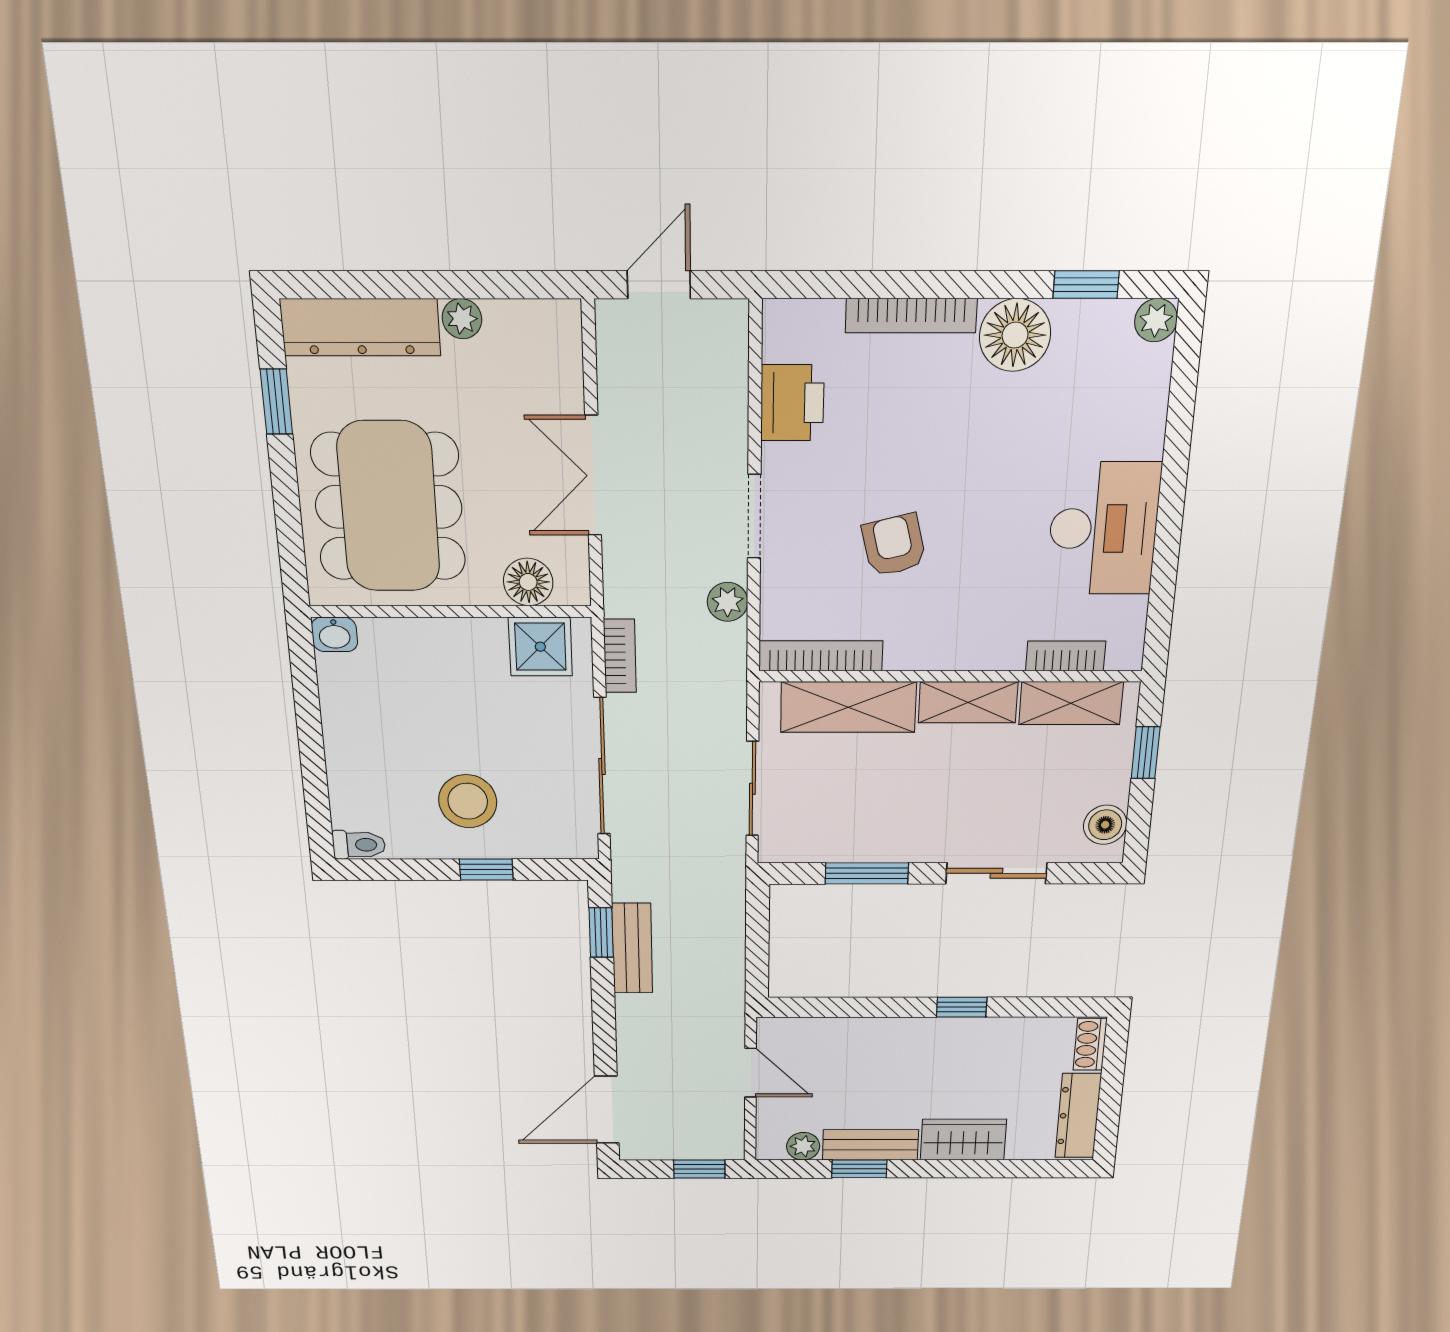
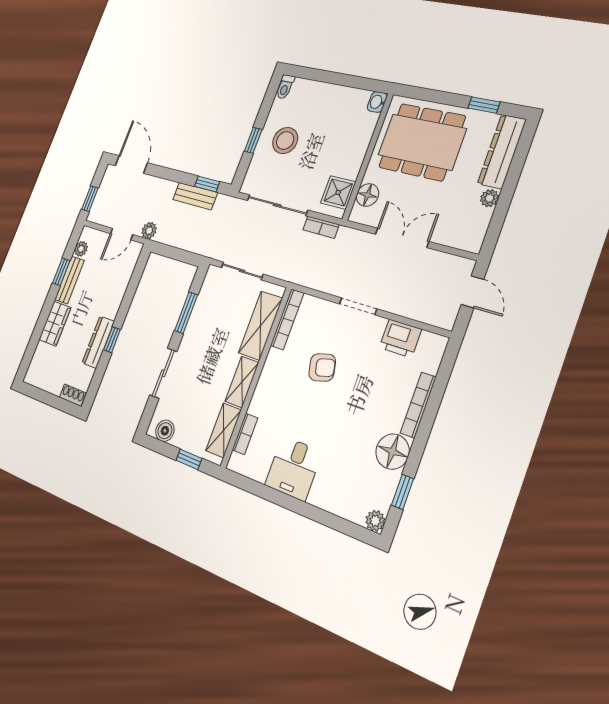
desk: (1103, 529) -> (294, 468), width x0.73
plant: (728, 602) -> (149, 231), moved
dresser: (1078, 1116) -> (98, 342), moved, turned -90

